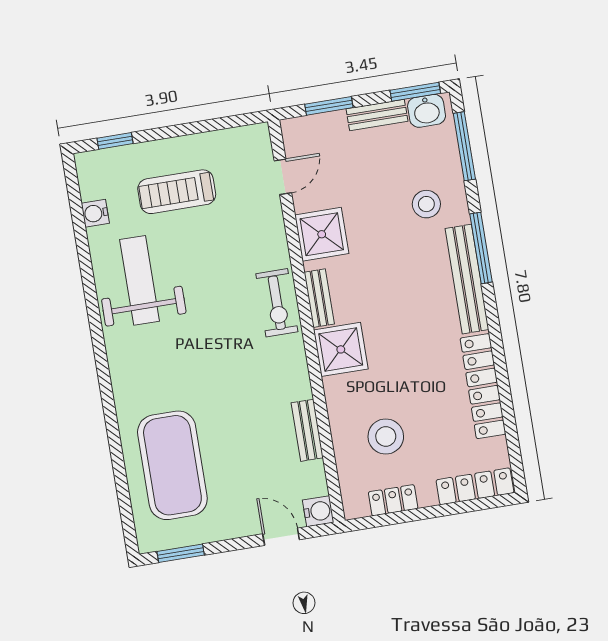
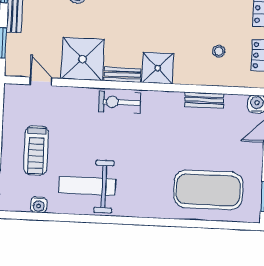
shower: (322, 234) -> (83, 59), width x1.37, depth x1.37
exercise bike: (277, 303) -> (120, 102), turned 180
stool: (386, 436) -> (219, 51), width x0.53, depth x0.53

